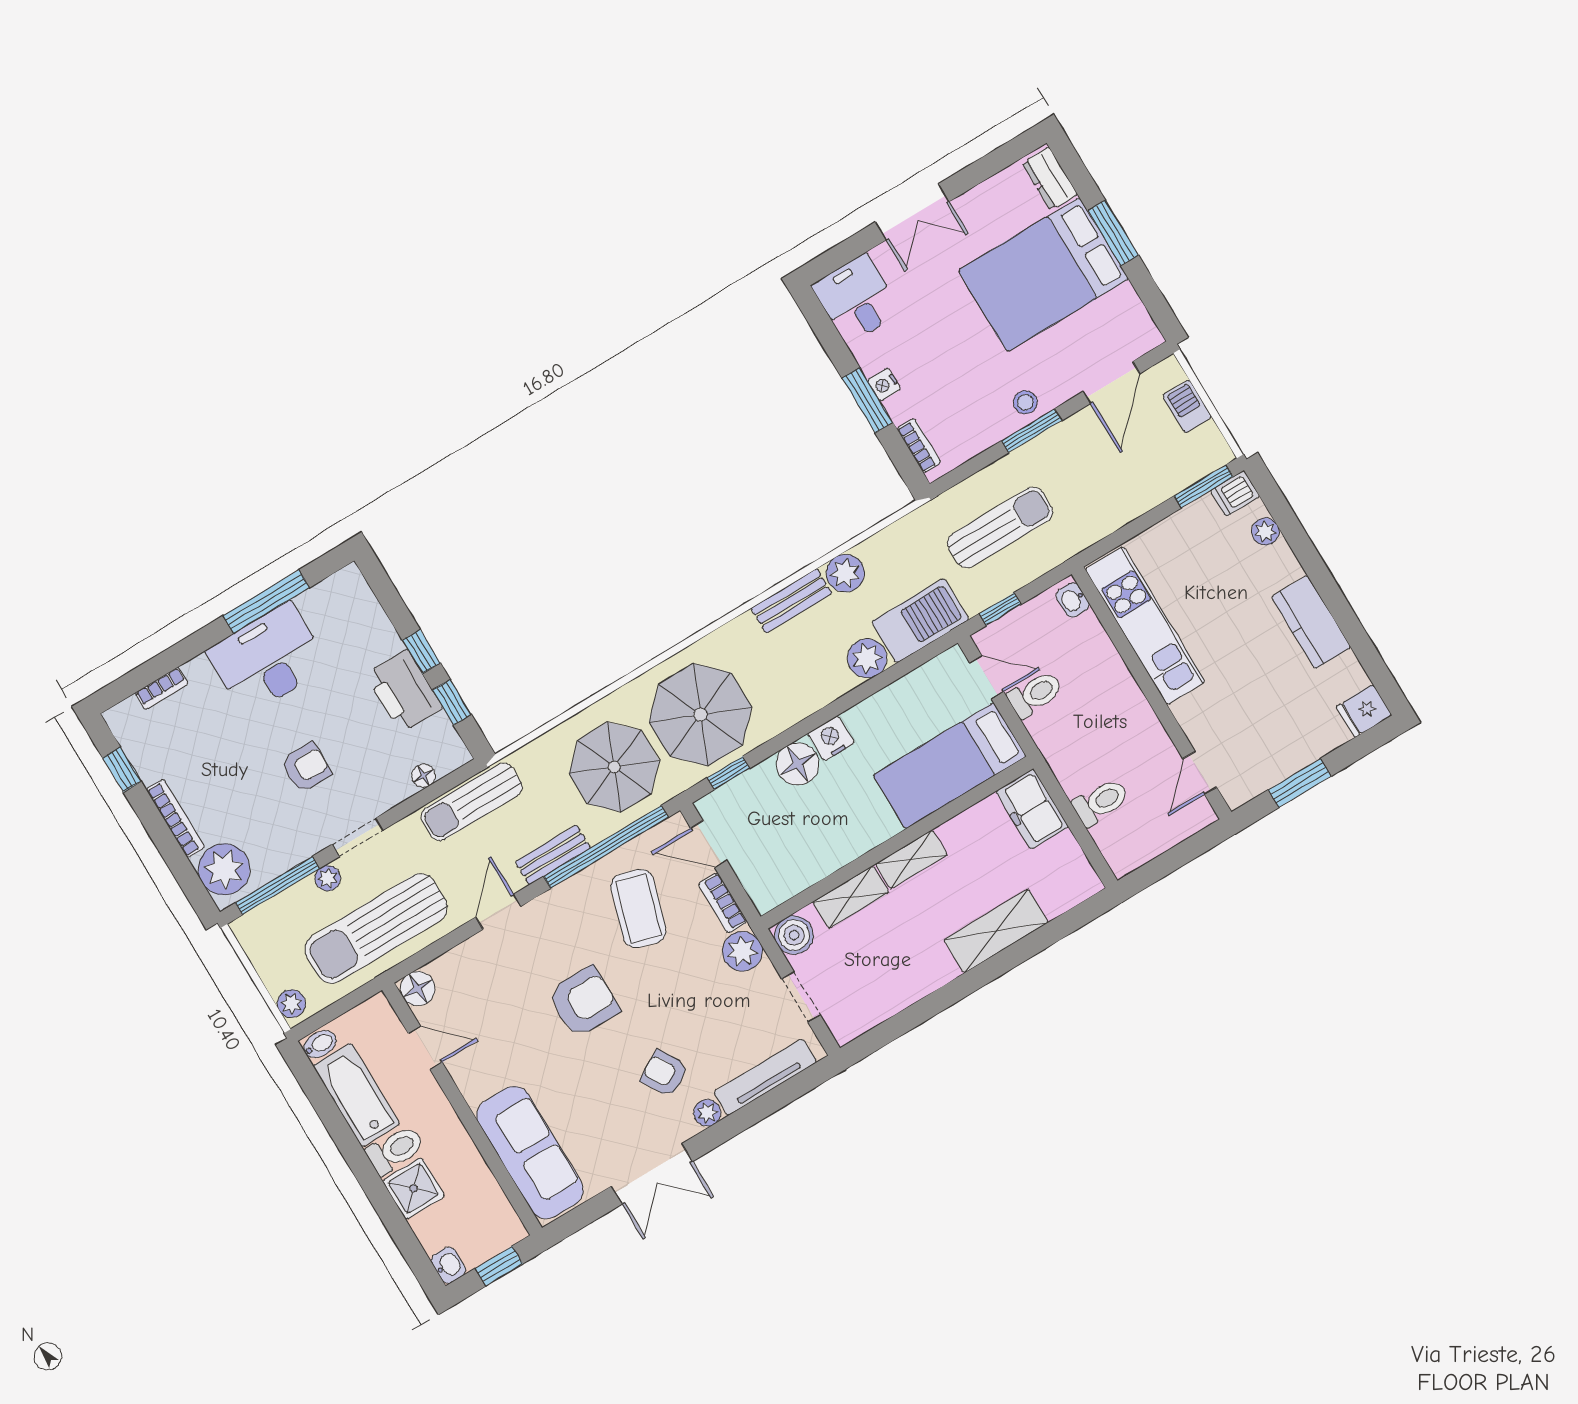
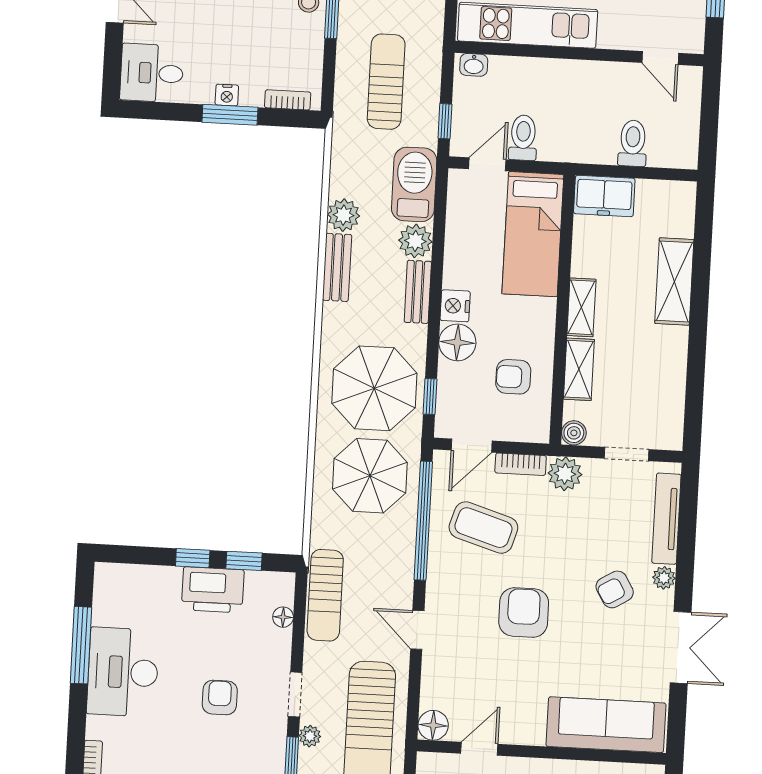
armchair: (801, 839) -> (513, 377), added
bench: (553, 855) -> (418, 292), moved
boiler: (794, 935) -> (574, 433), width x0.73, depth x0.73

